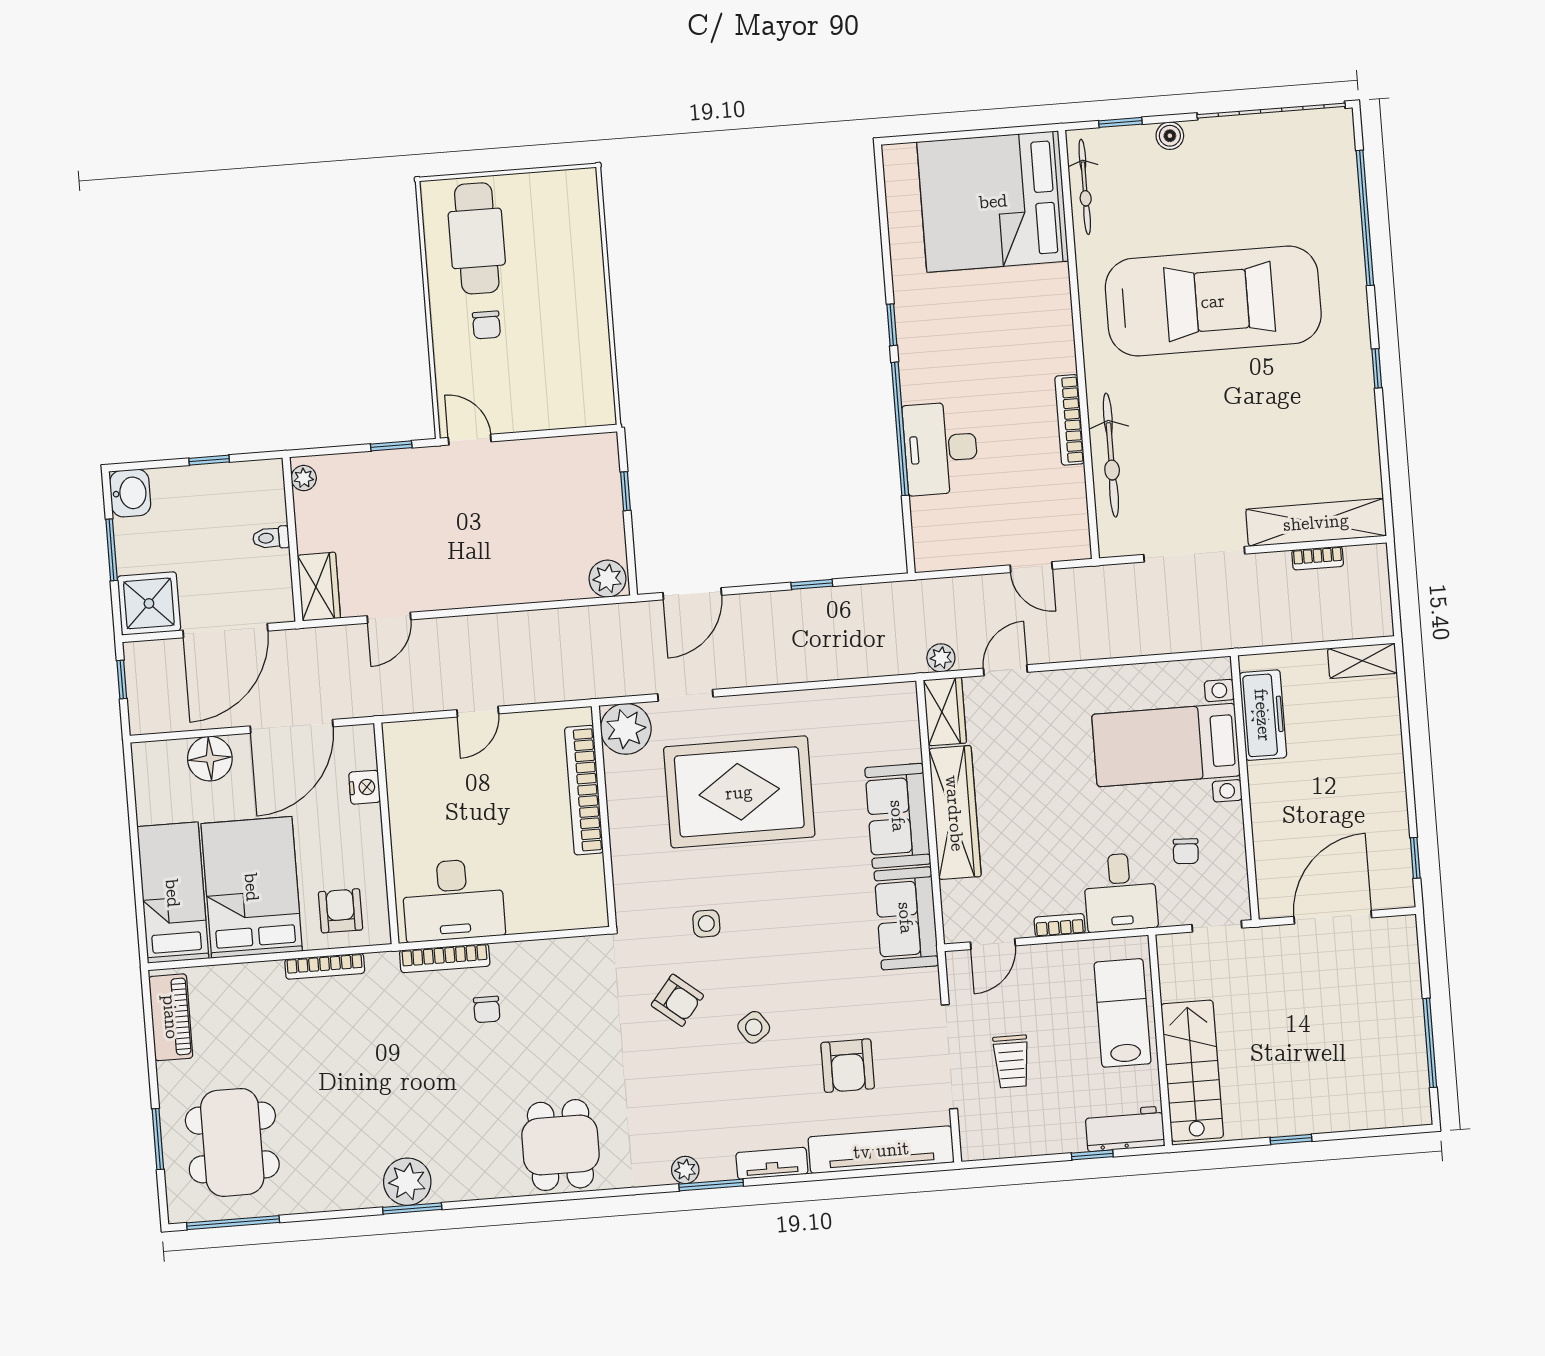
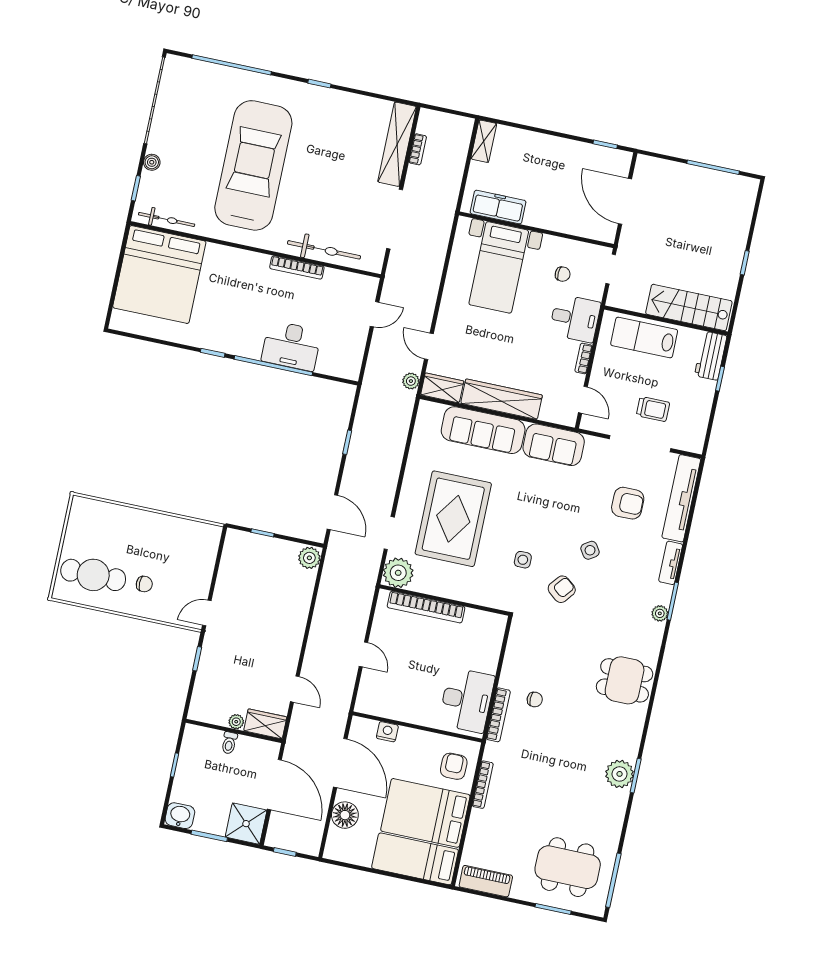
plant: (304, 478) -> (236, 722), moved
sofa: (898, 816) -> (483, 430), width x1.36
armchair: (341, 911) -> (454, 766), turned 90

